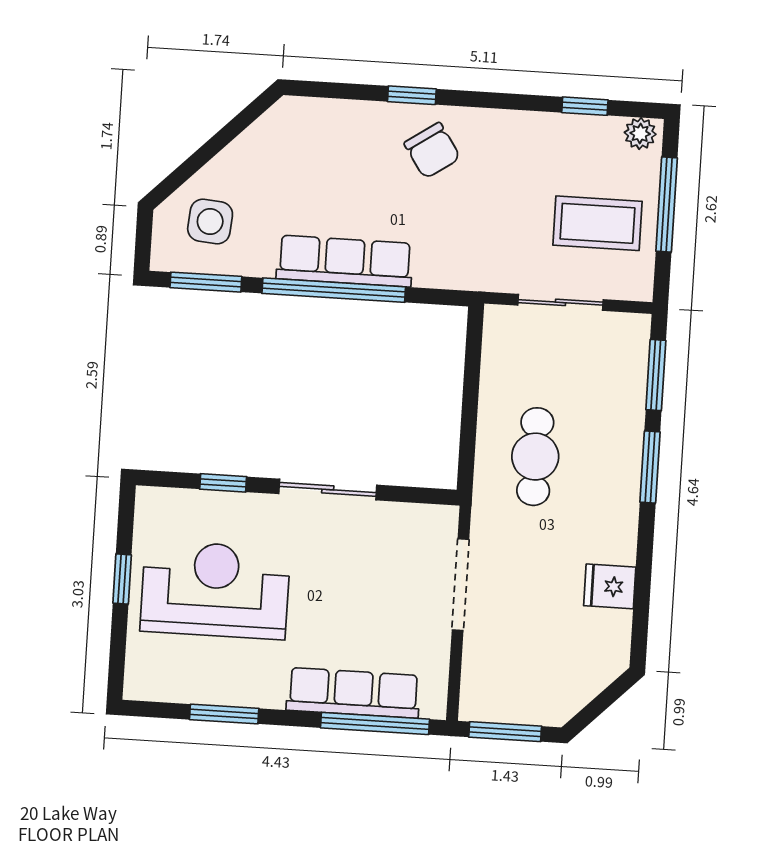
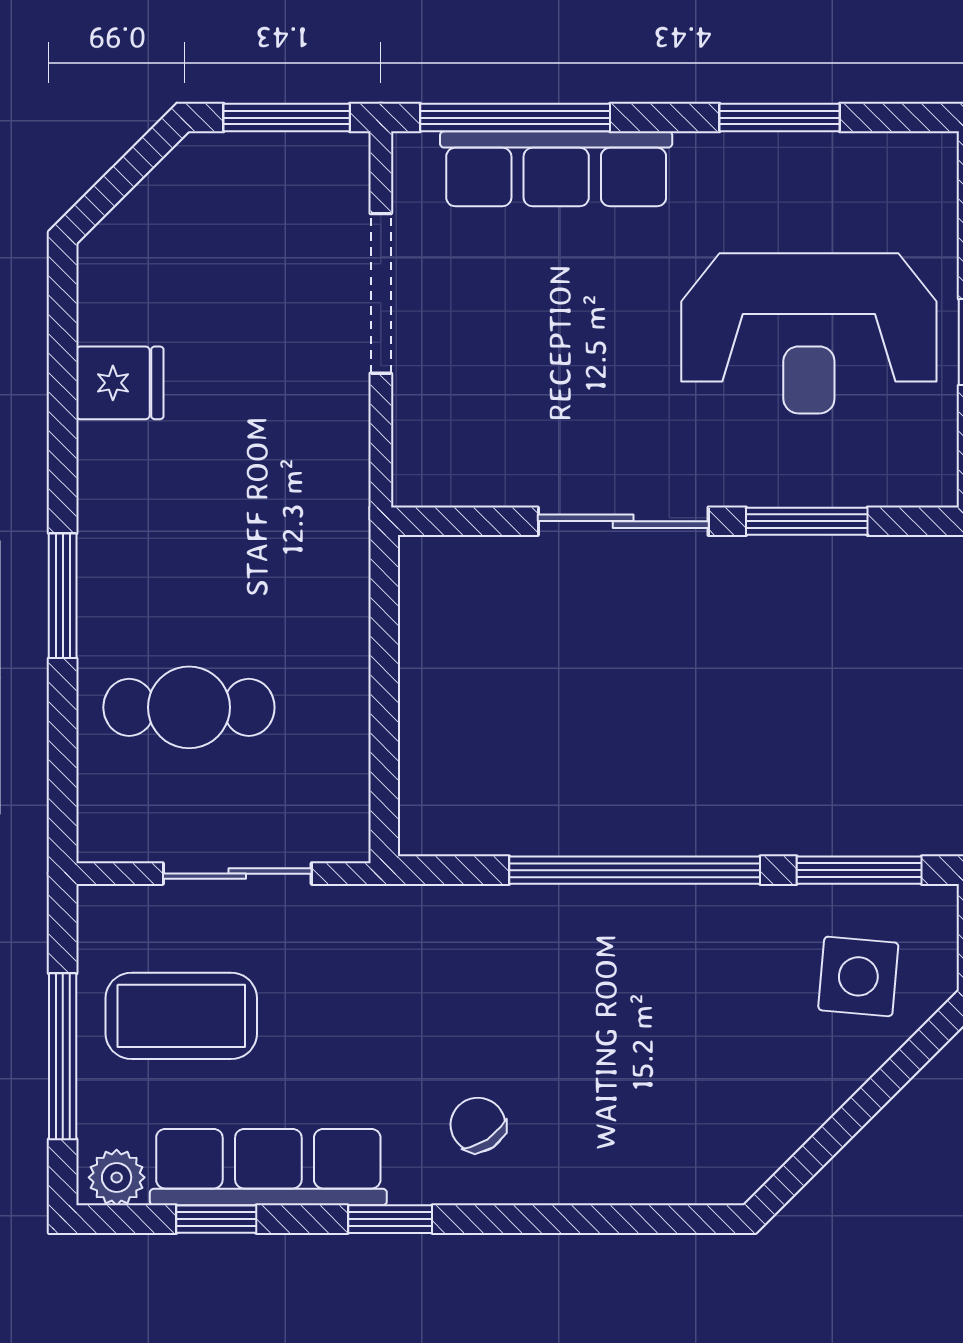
window: (412, 95) -> (390, 1219), moved
chair: (432, 151) -> (478, 1125), width x0.73, depth x0.73
row of seats: (345, 261) -> (268, 1167), moved, turned 180
window: (656, 375) -> (63, 757), removed
cafe table: (535, 457) -> (189, 707), moved, turned 90
window: (223, 483) -> (807, 521), width x1.50
doorway: (461, 585) -> (381, 293), moved

